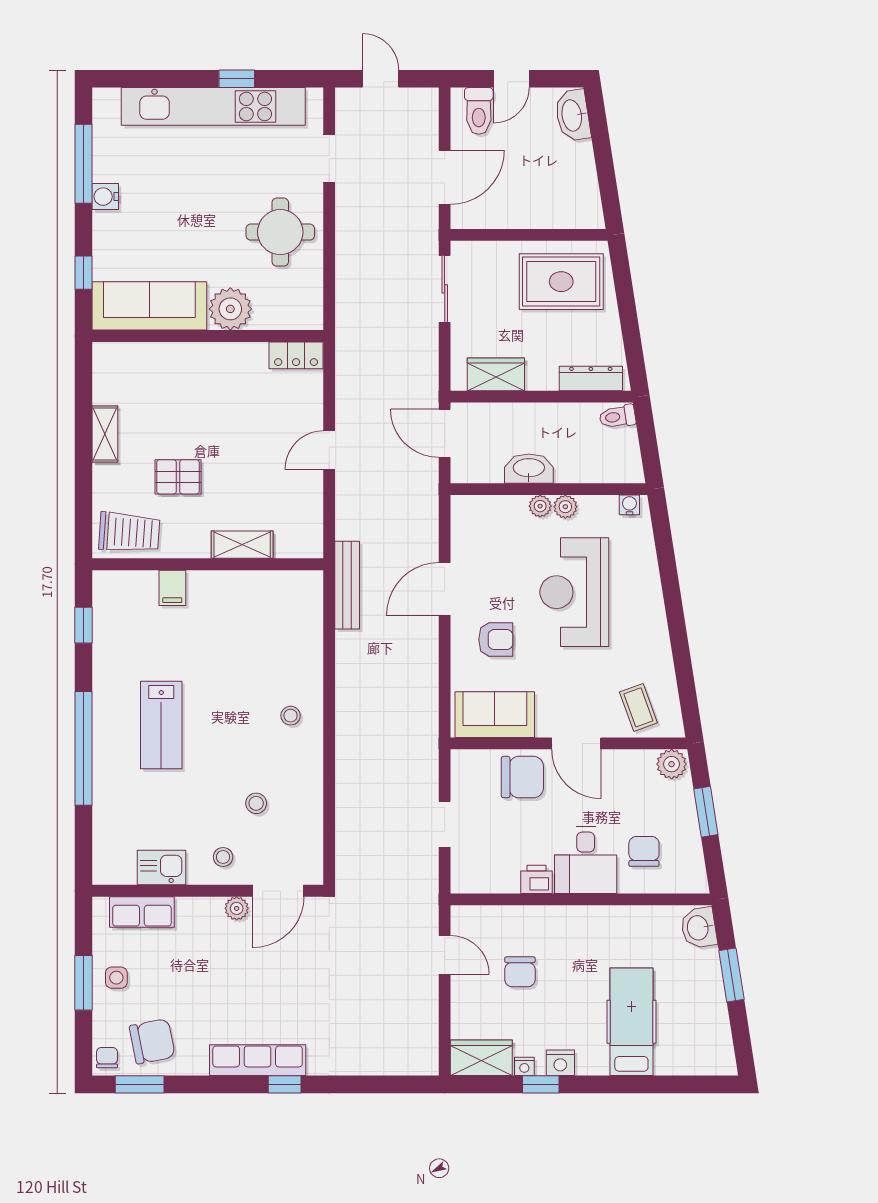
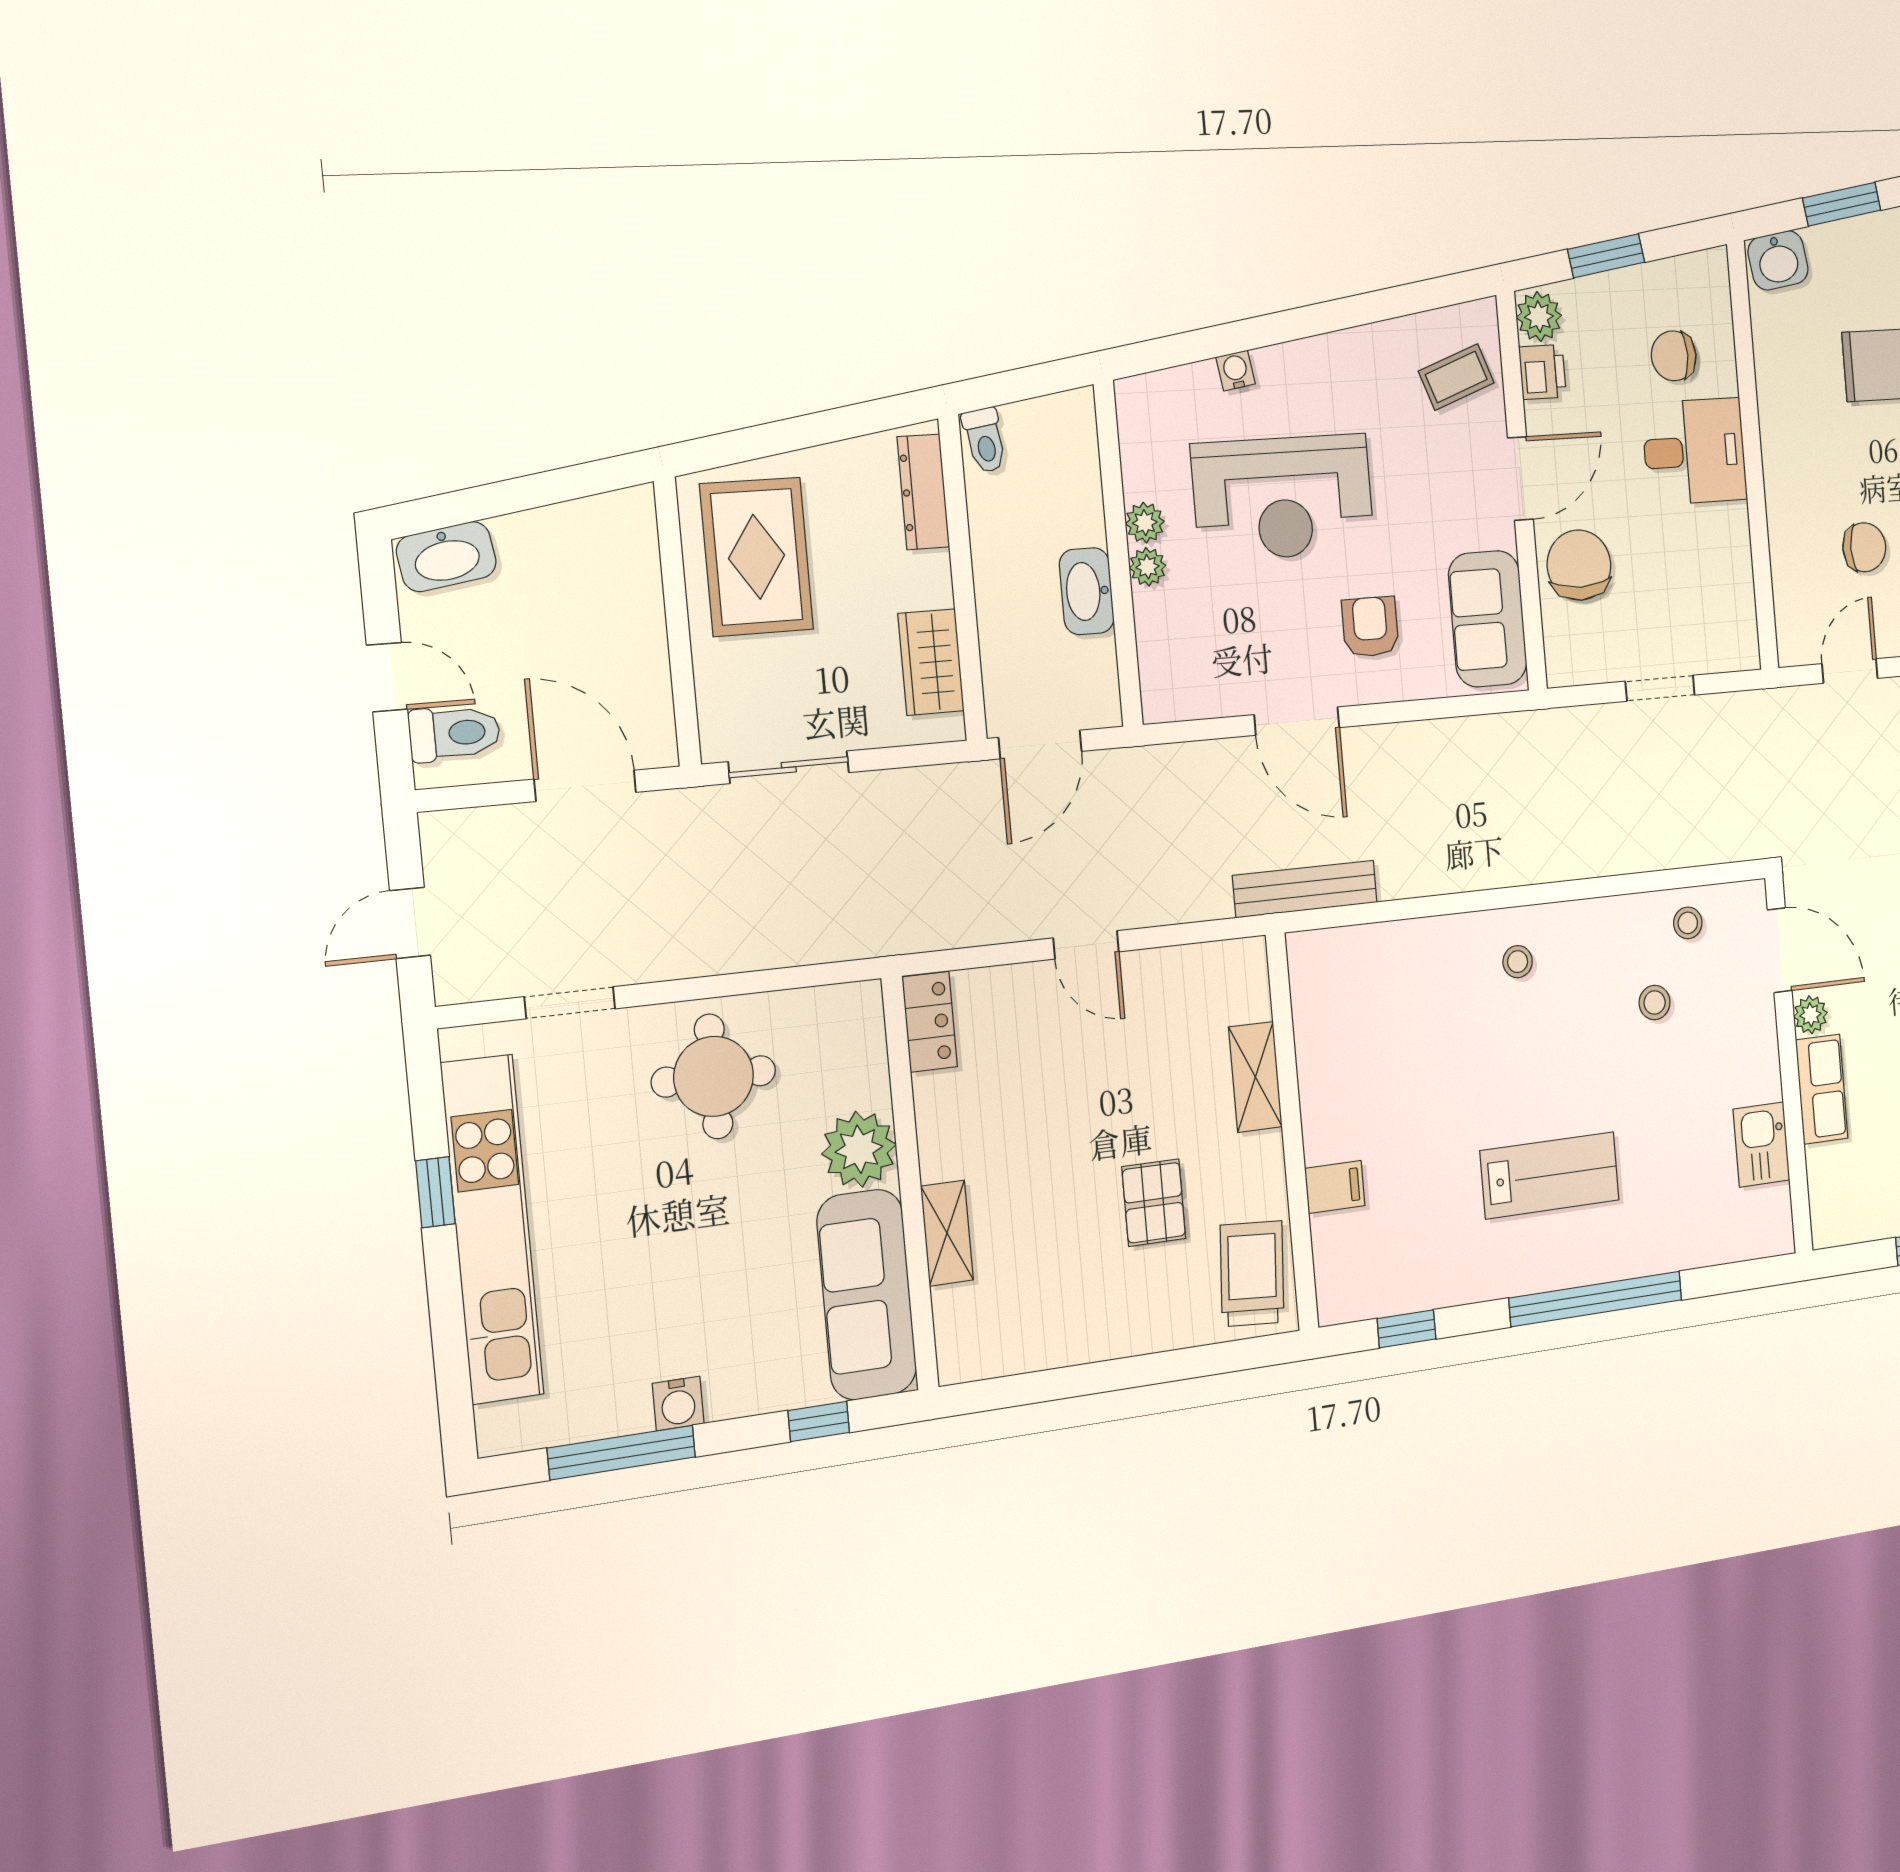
shelving: (105, 434) -> (947, 1233), moved, turned 90
water cooler: (629, 505) -> (1236, 370), moved, turned 81
stool: (223, 857) -> (1688, 923), moved
printer: (536, 879) -> (1542, 372), moved, turned 180
row of seats: (142, 912) -> (1822, 1089), moved

